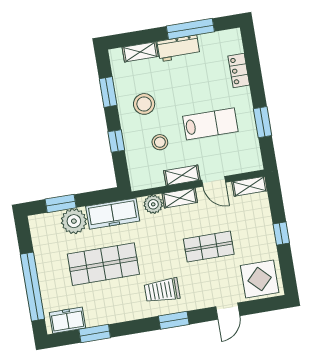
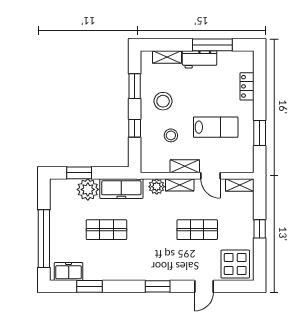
shop shelf: (103, 264) -> (106, 230), width x0.70, depth x0.74
trolley: (162, 290) -> (152, 260), removed

